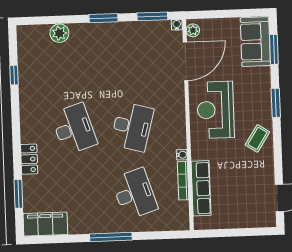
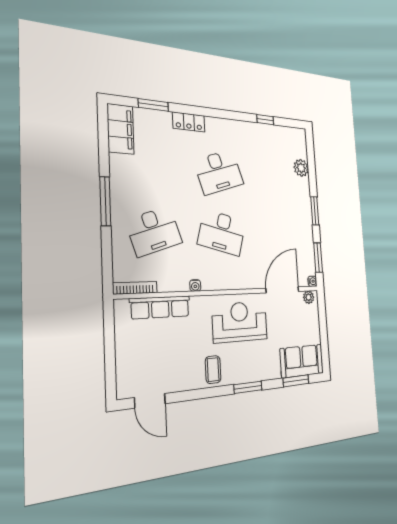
door: (186, 61) -> (282, 290), swing flipped
coffee table: (257, 138) -> (213, 370), turned 57
bookcase: (183, 181) -> (135, 288), moved

